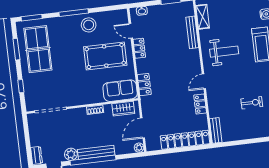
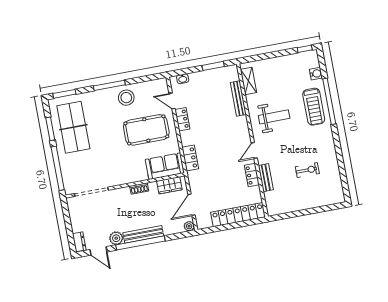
window: (21, 86) -> (58, 168), width x3.17
bench: (216, 130) -> (266, 178), moved

